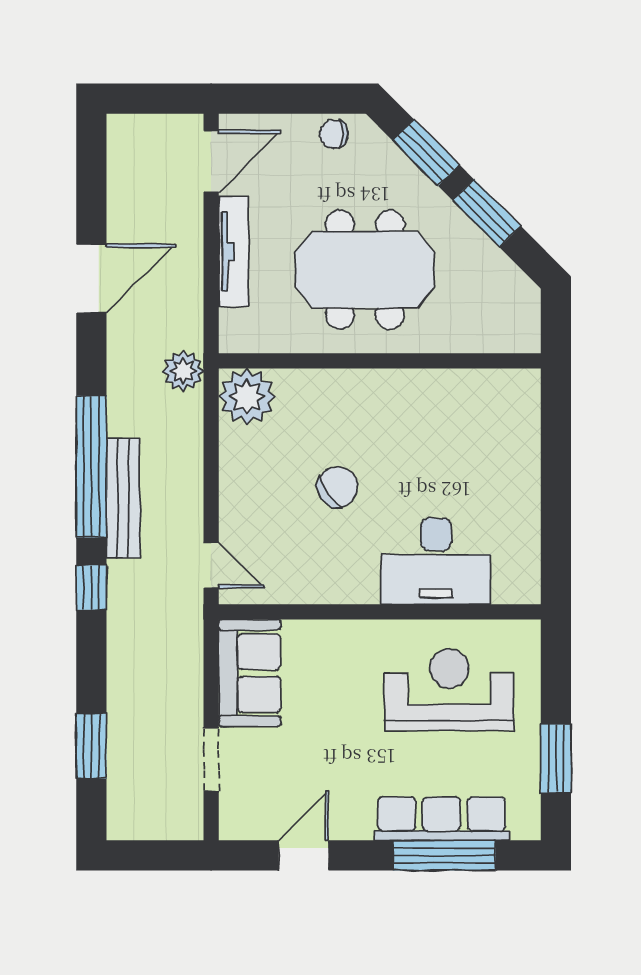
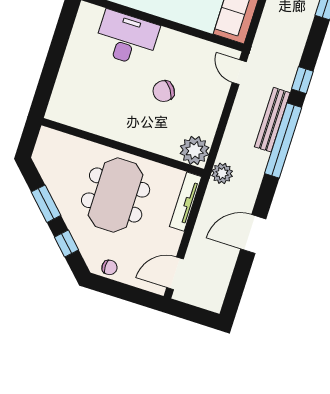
window: (426, 153) -> (67, 244), width x0.67
tv unit: (234, 251) -> (186, 202), moved
meeting table: (365, 270) -> (116, 195), turned 90

